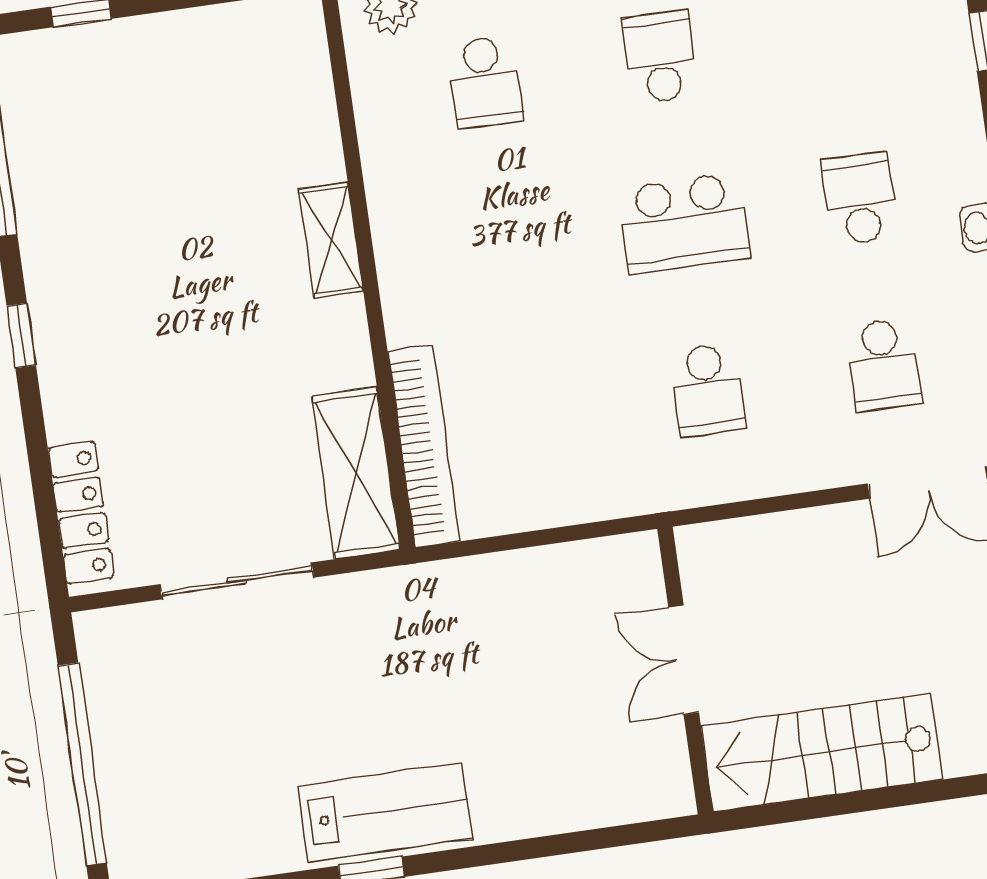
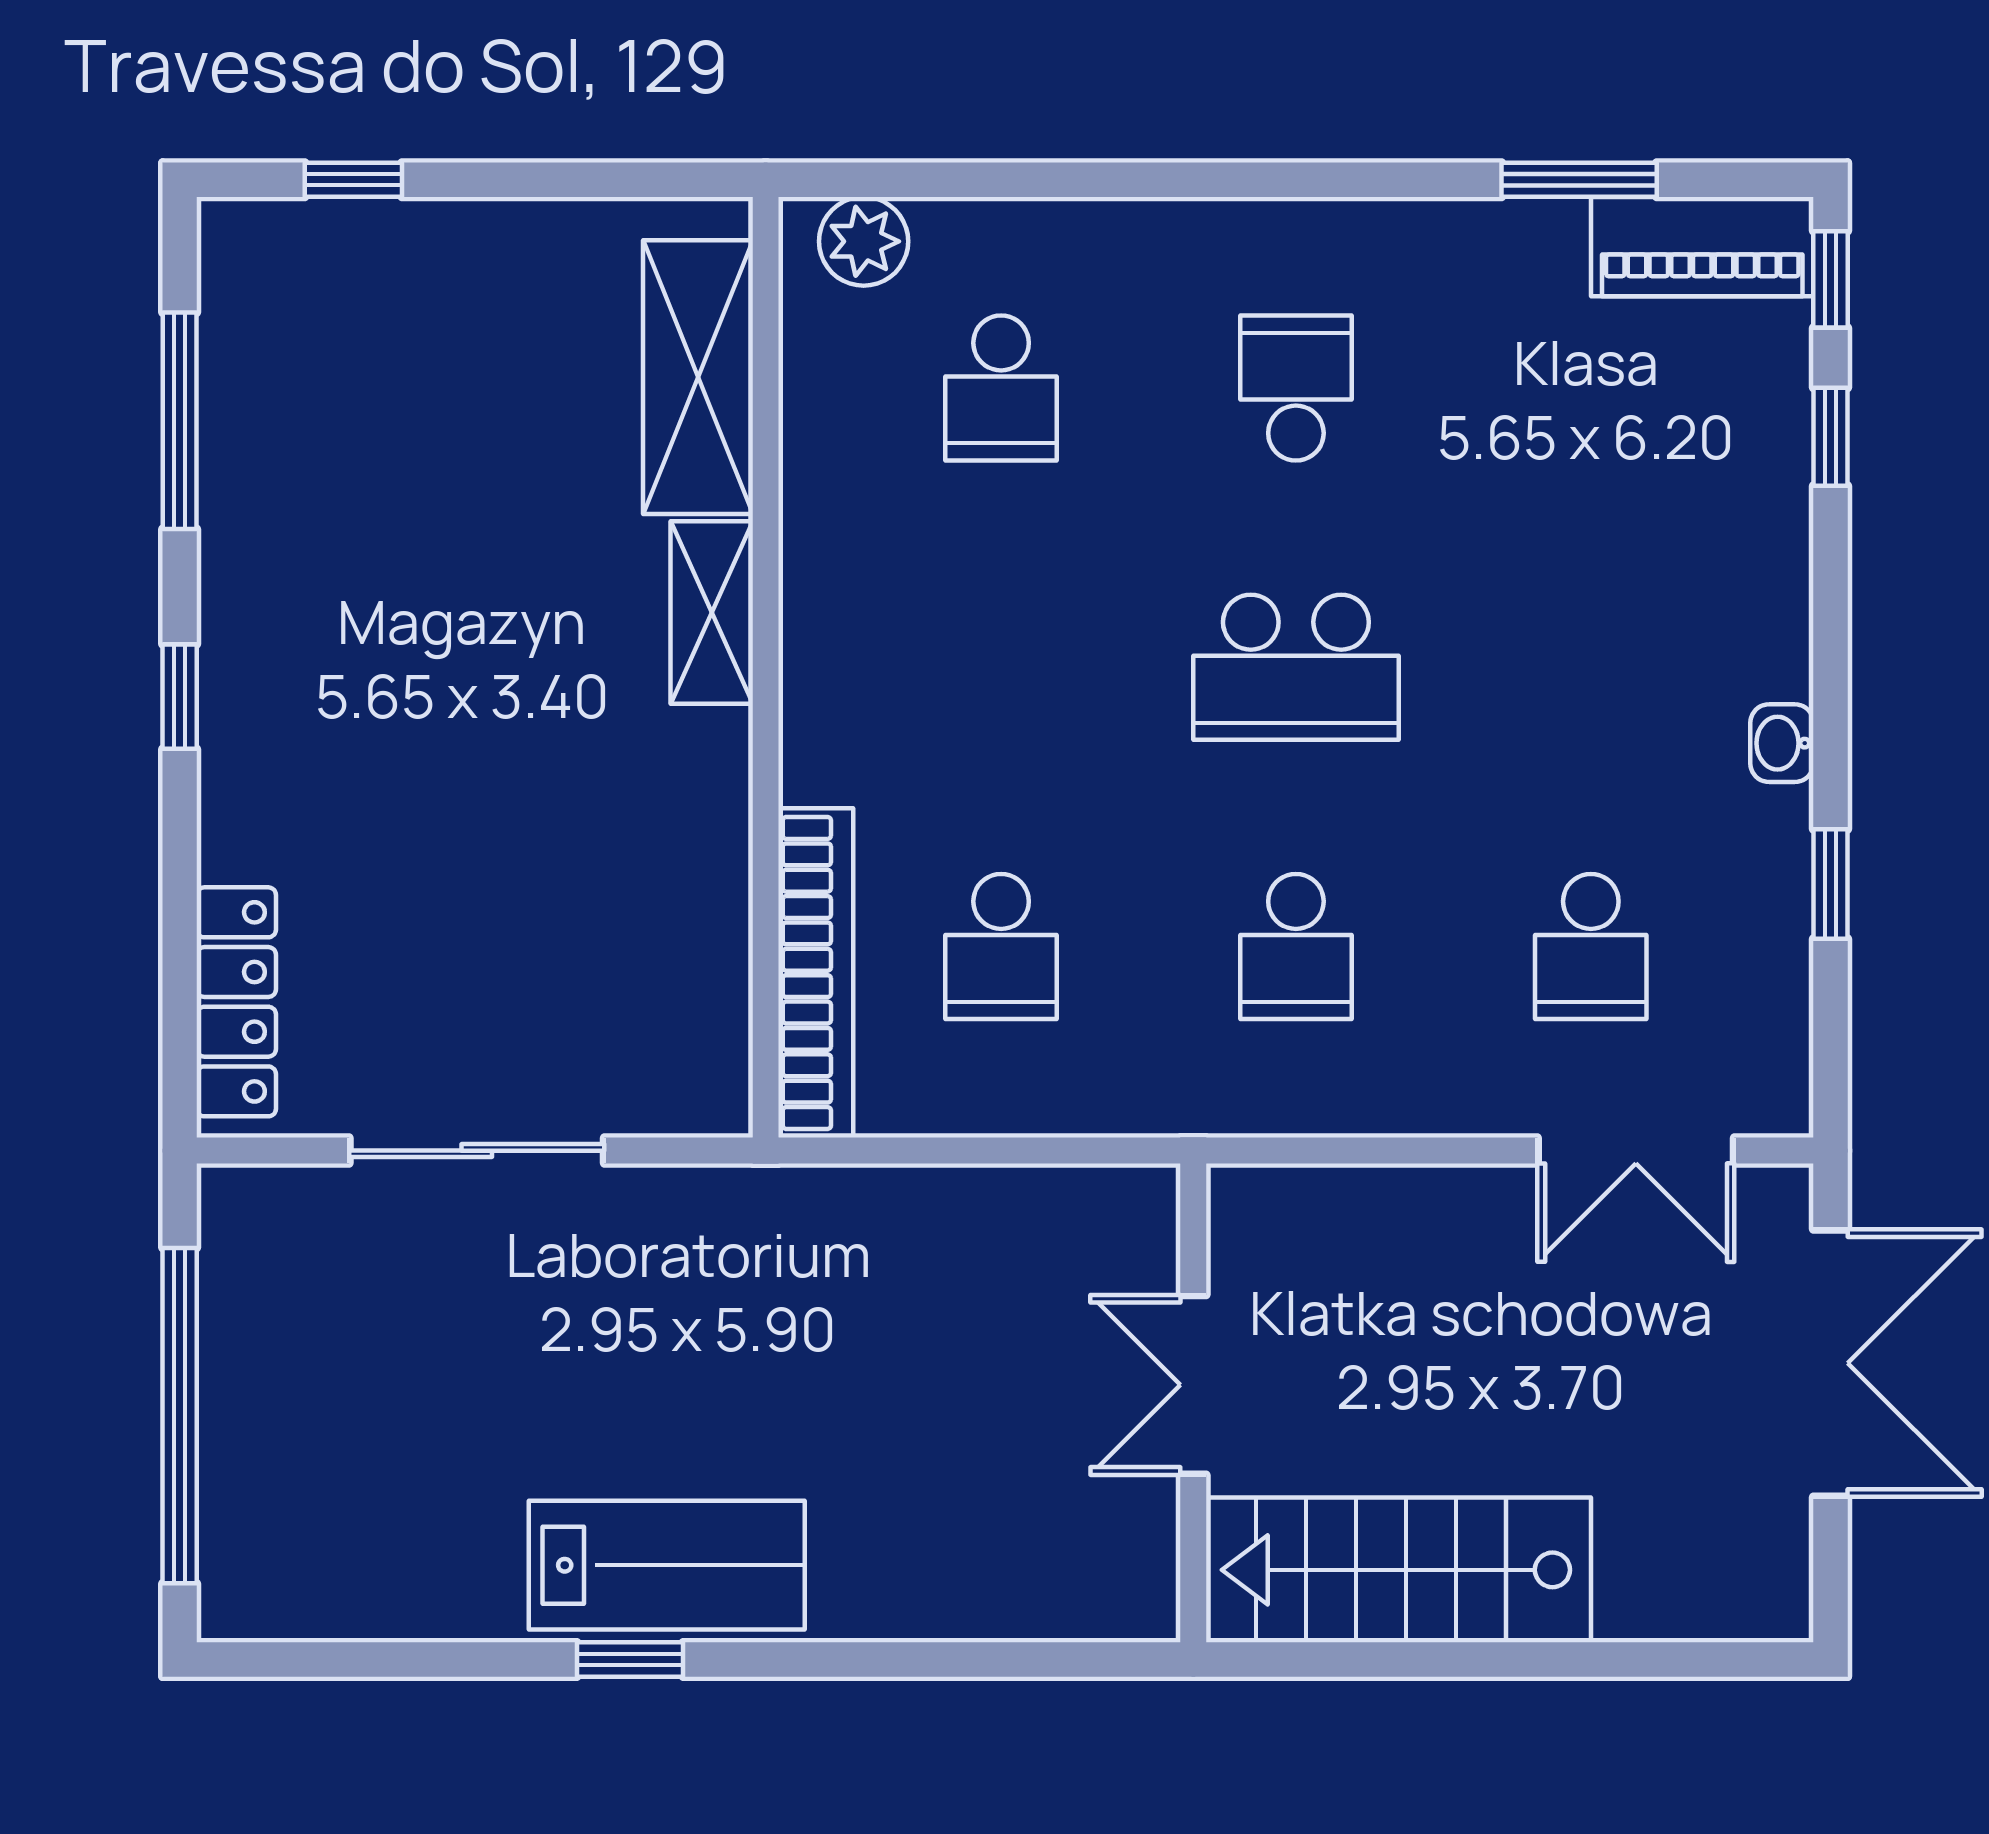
school desk: (860, 198) -> (1001, 947), moved, turned 180
shelving: (356, 473) -> (698, 377), moved

